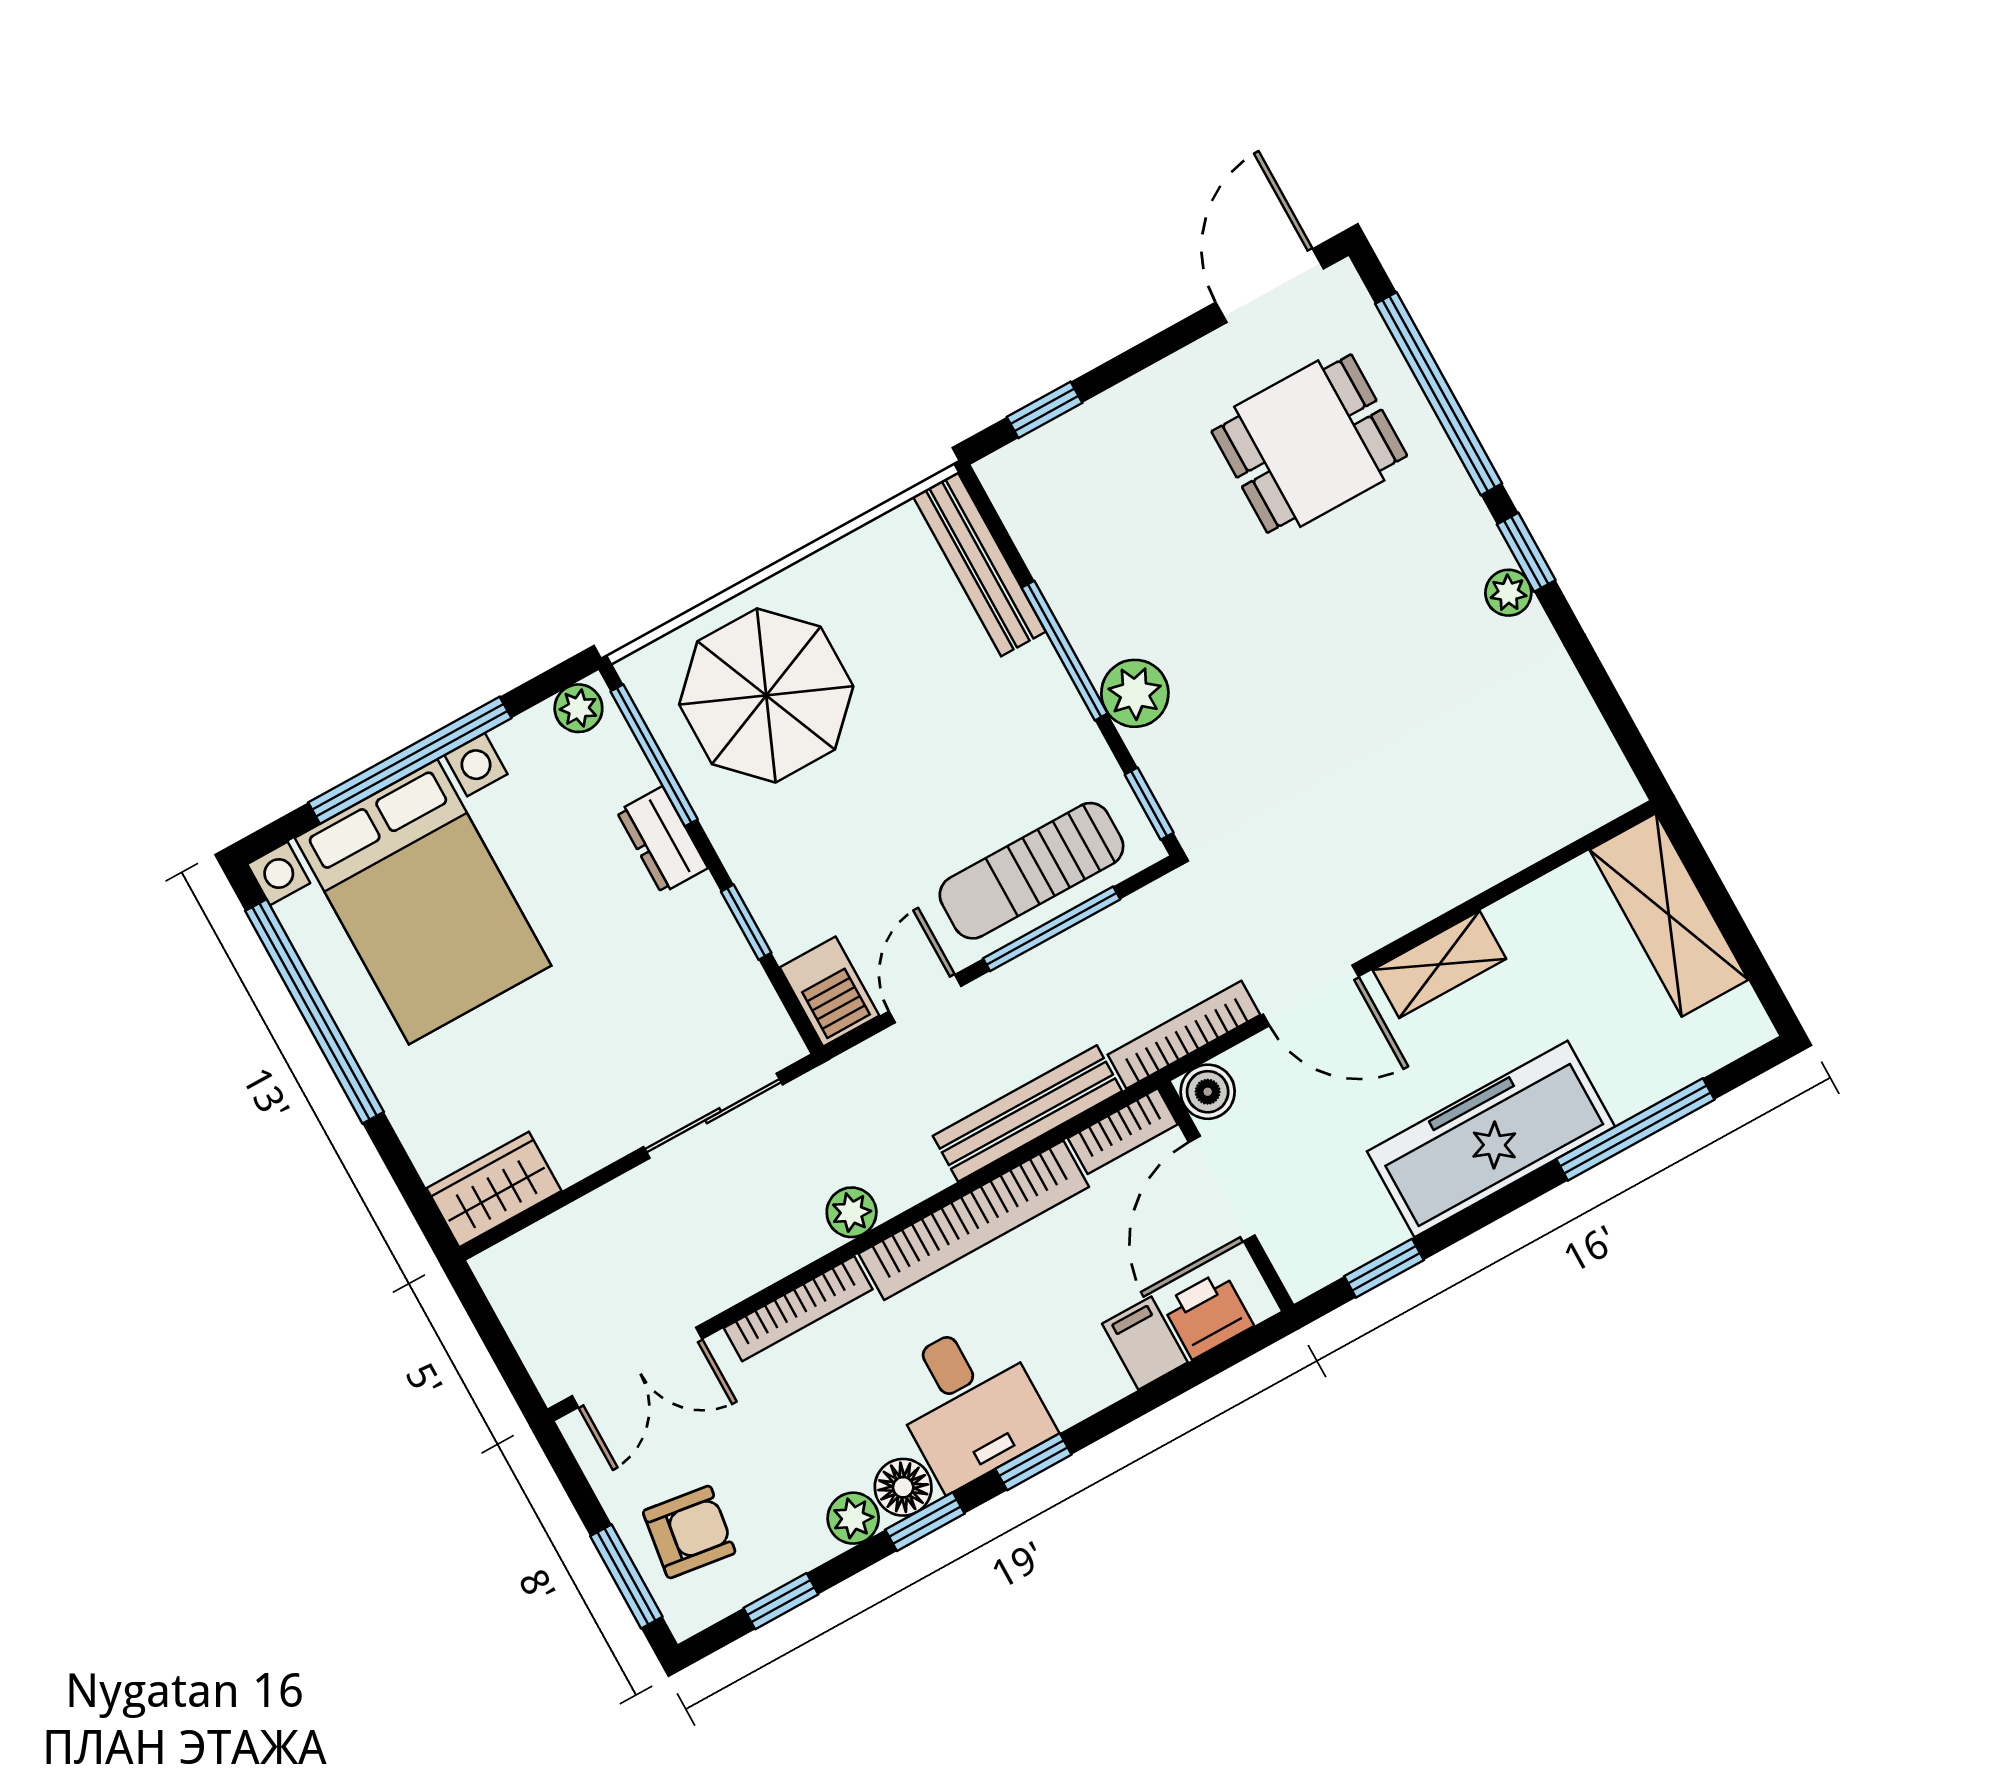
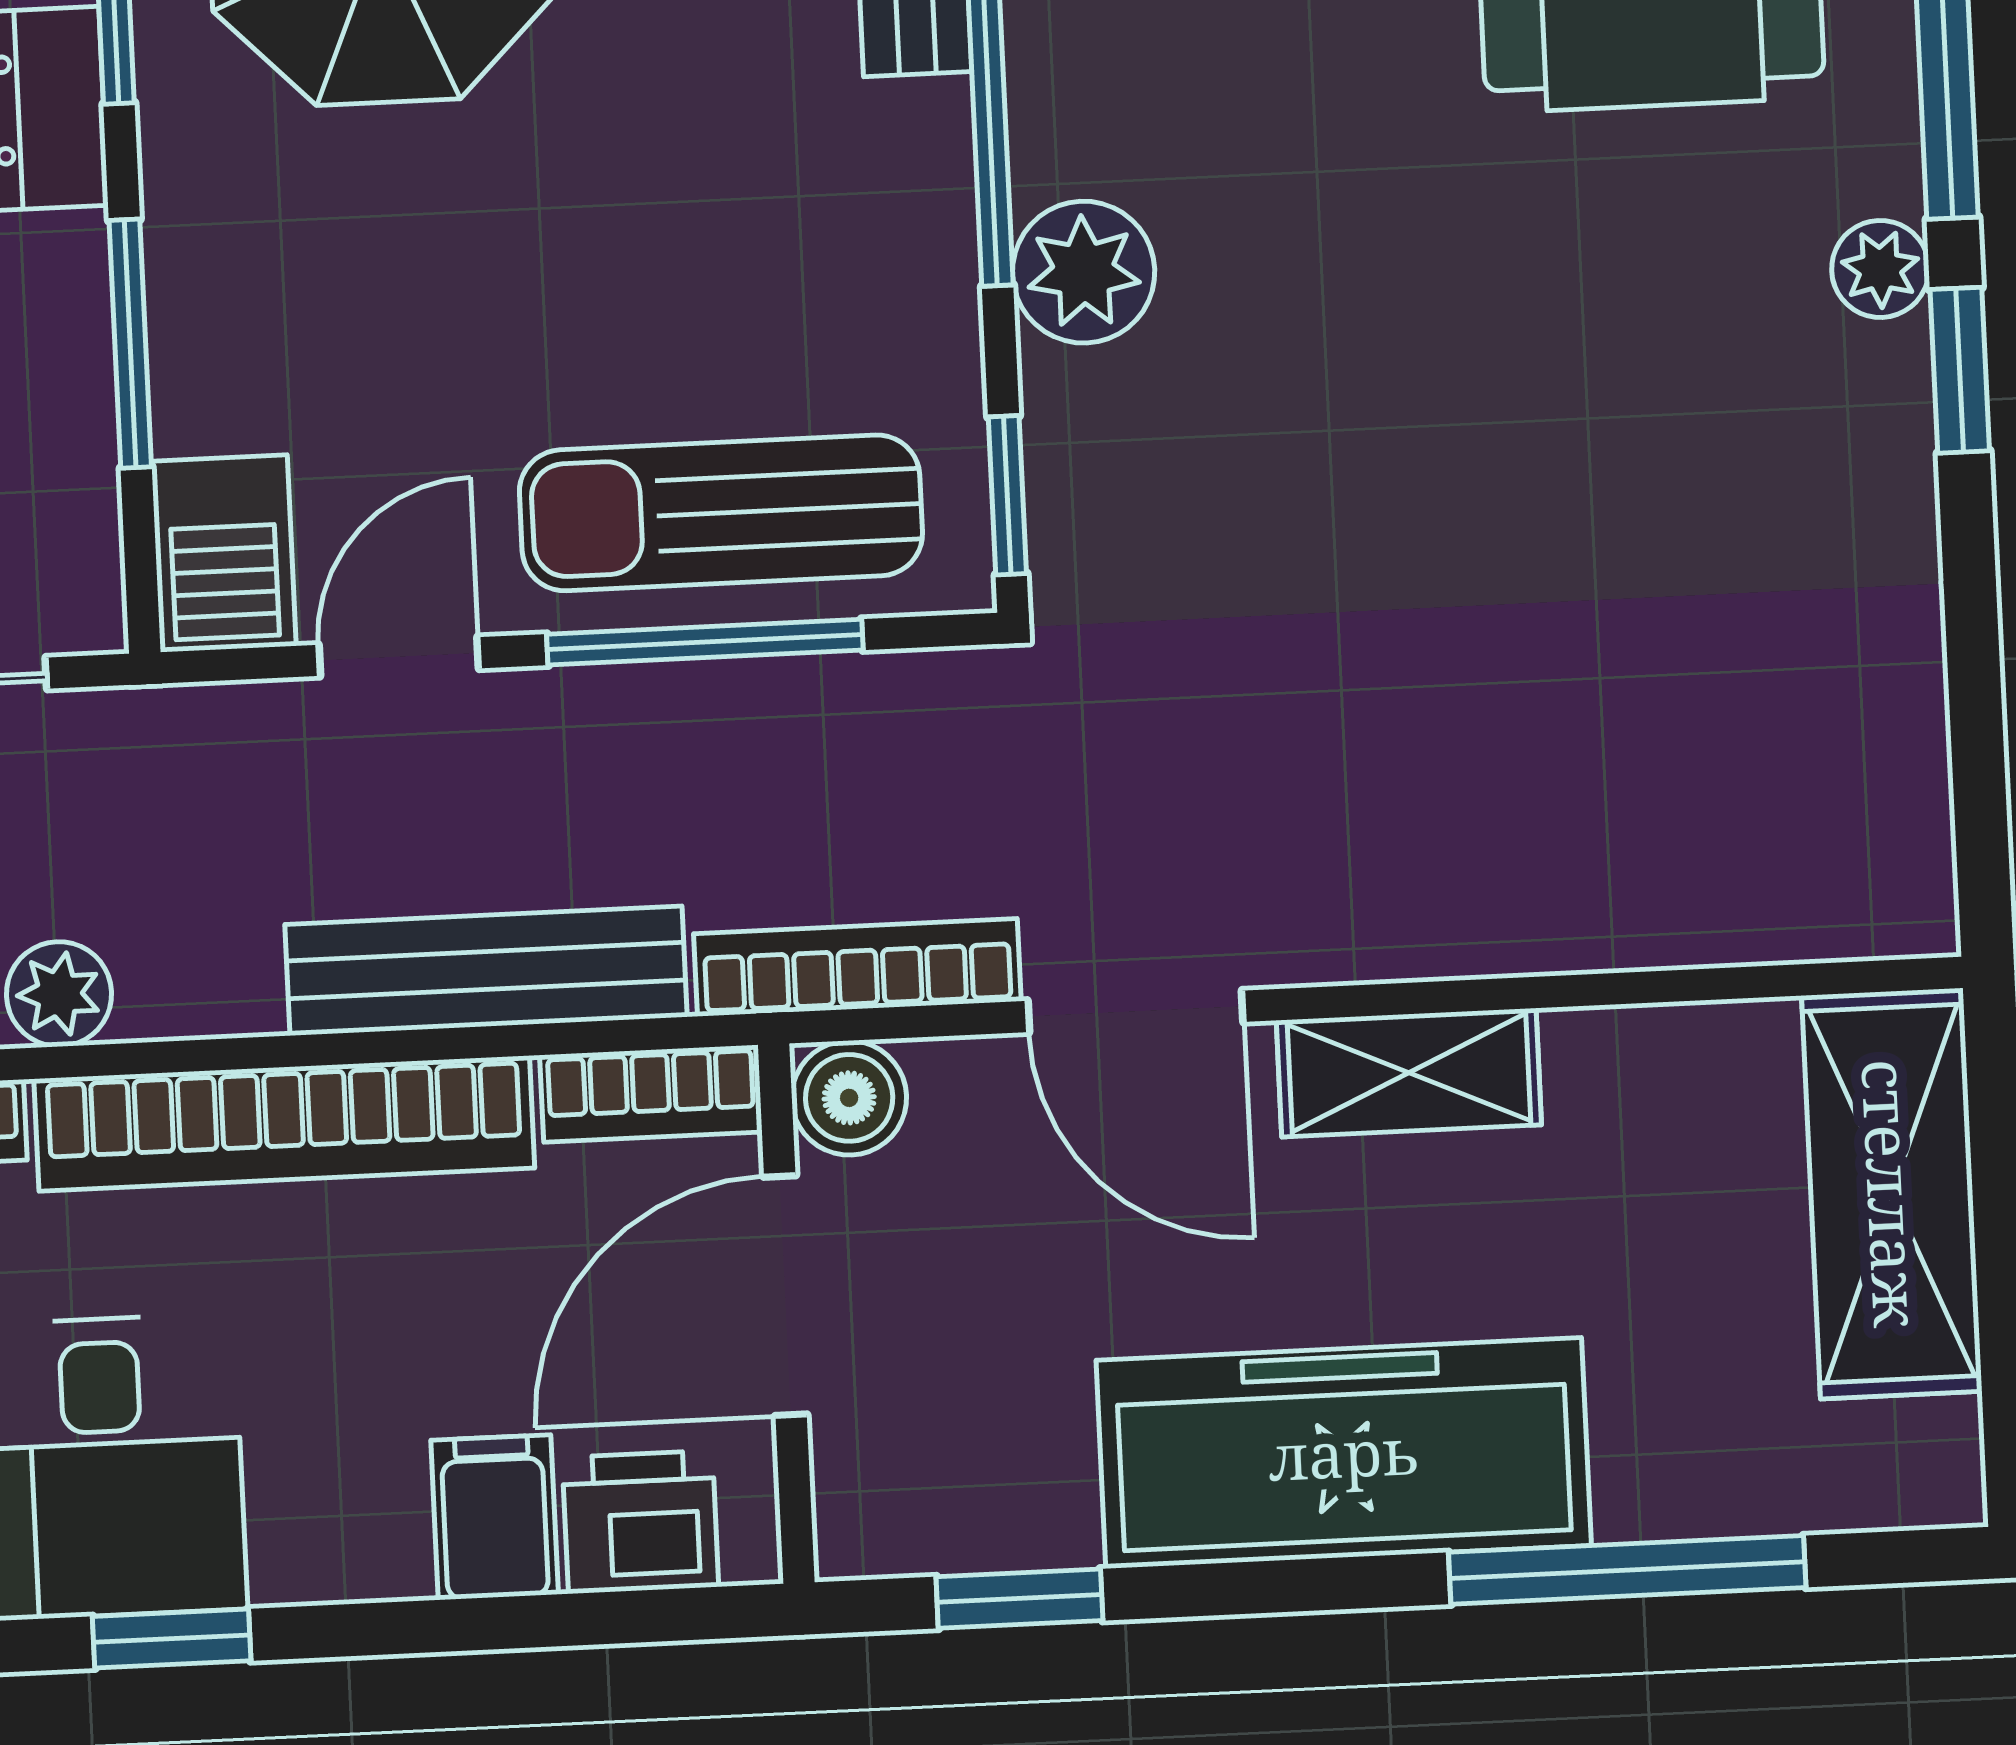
plant: (1508, 593) -> (1880, 269), moved
window: (746, 922) -> (130, 344), width x1.50

